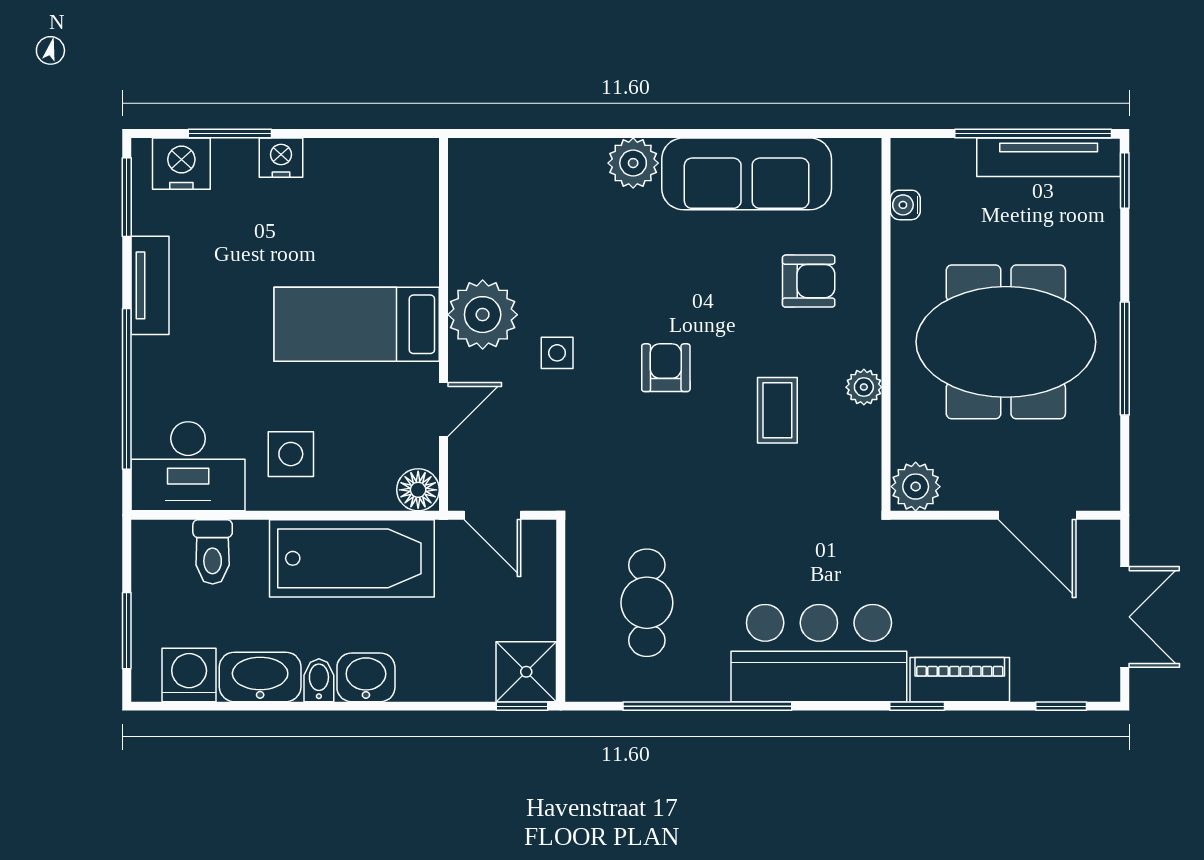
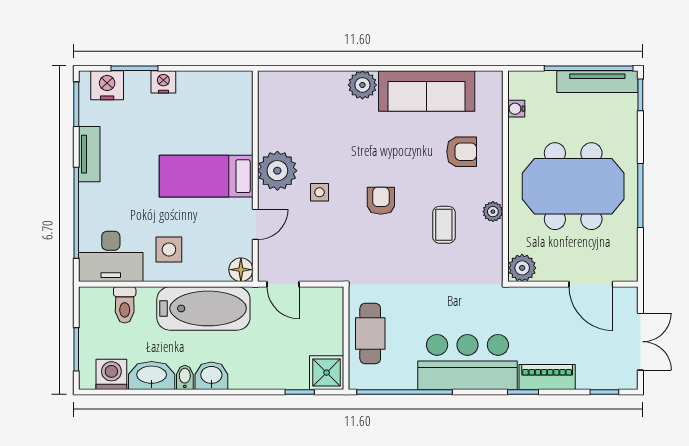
wall: (561, 611) -> (346, 338), moved
shower: (526, 672) -> (327, 373), moved

